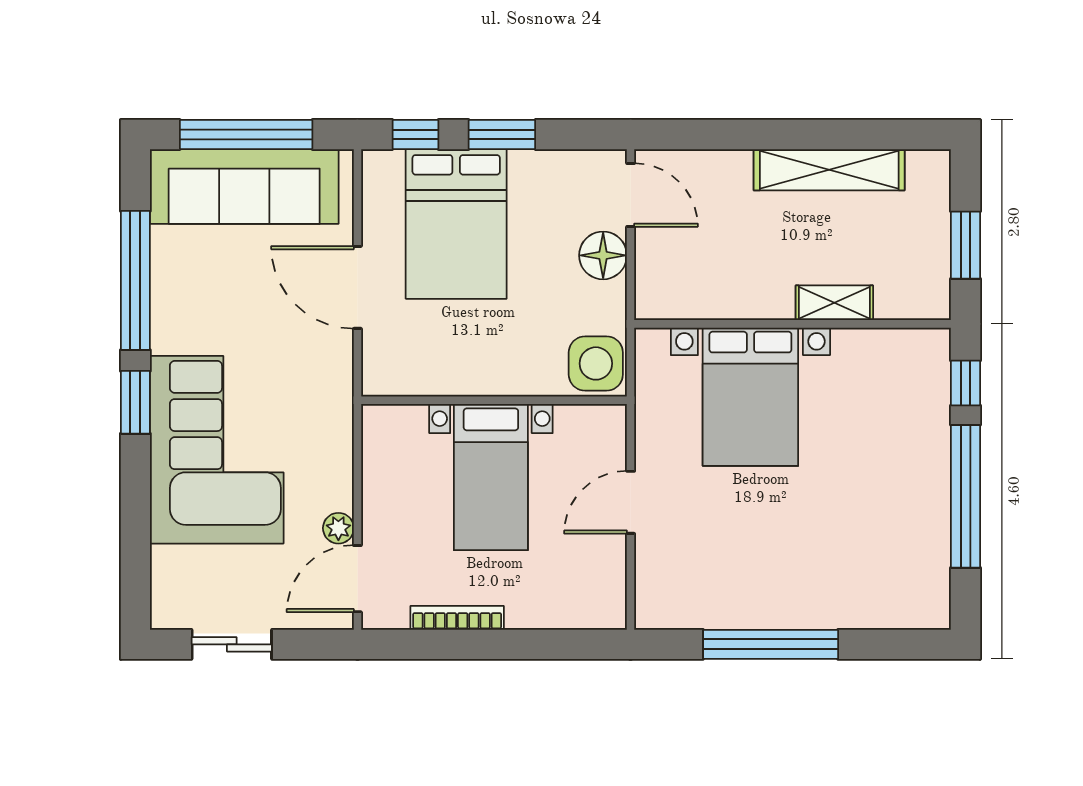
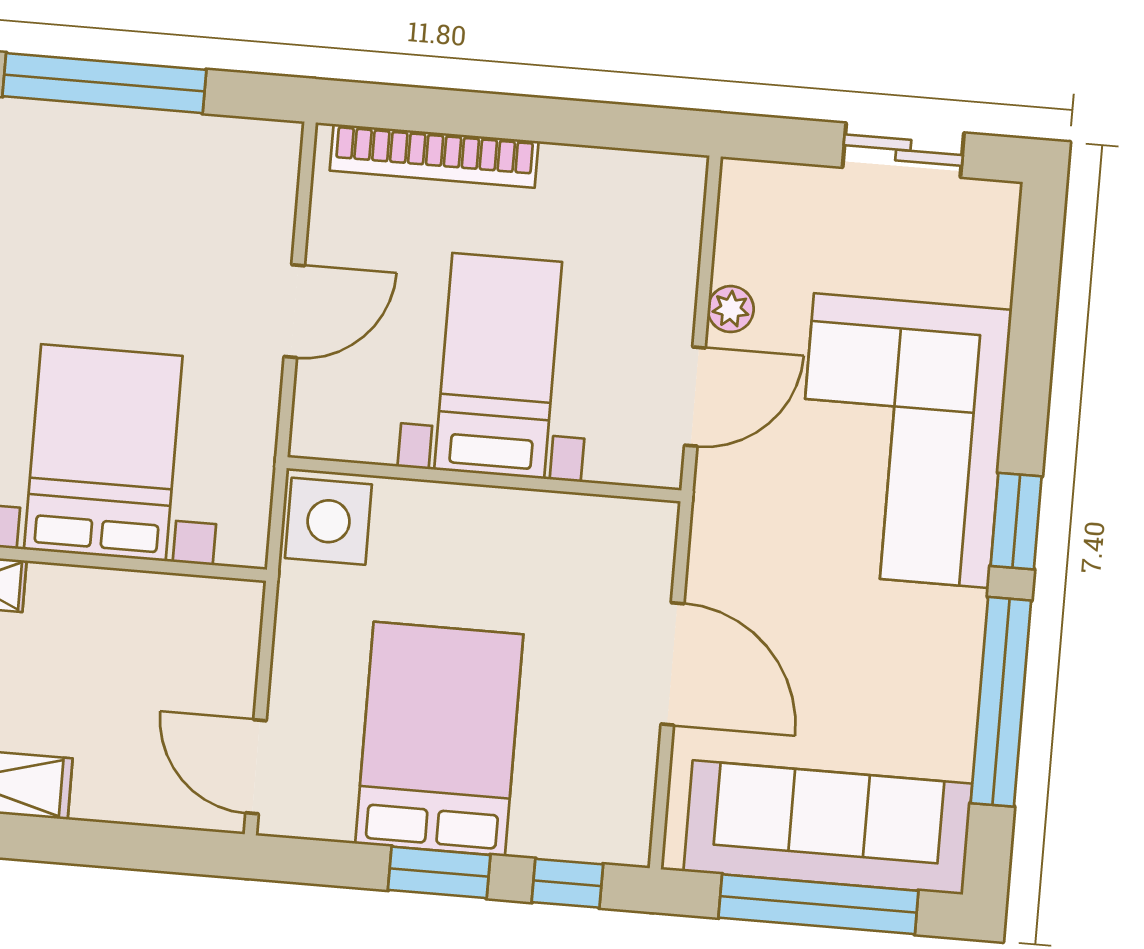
bed: (456, 224) -> (439, 739), moved
floor lamp: (603, 255) -> (304, 681), removed
door: (357, 579) -> (695, 397), moved
bookcase: (457, 618) -> (434, 156), moved, width x1.48, depth x1.31

